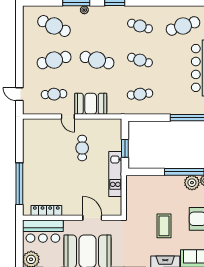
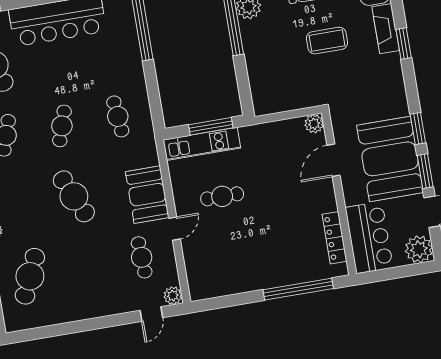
cafe table: (54, 60) -> (86, 267), removed
cafe table: (97, 60) -> (74, 196), turned -39
plant: (28, 109) -> (173, 296), added
window: (125, 148) -> (211, 126), width x1.44
kitchen unit: (115, 174) -> (202, 144), moved
plant: (116, 210) -> (314, 124), added

